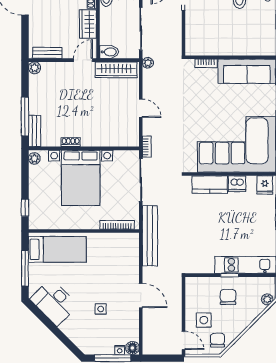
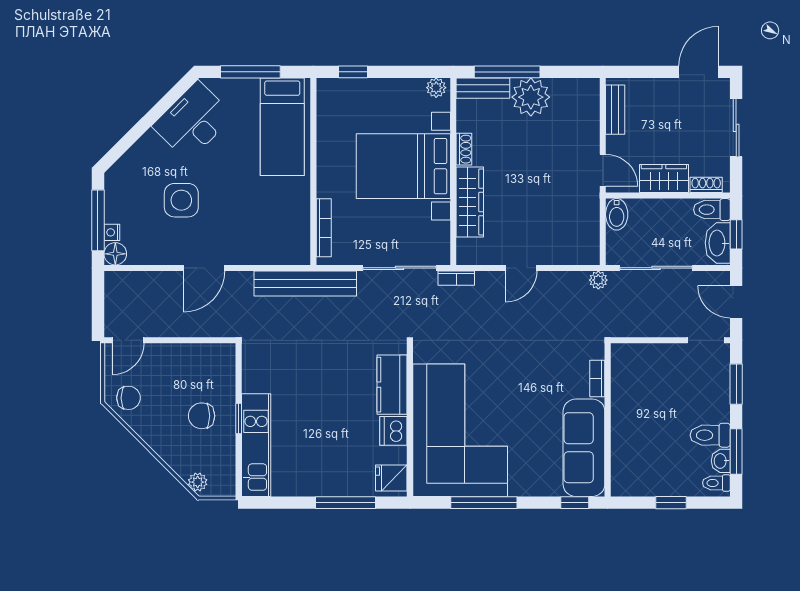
plant: (35, 68) -> (531, 97), moved, width x1.88, depth x1.88
wardrobe: (116, 70) -> (470, 202), moved, turned 180
chair: (228, 297) -> (202, 416), turned 180
side table: (101, 309) -> (181, 200), width x1.87, depth x1.87
side table: (204, 320) -> (163, 375), removed

